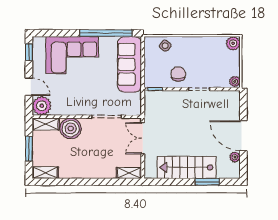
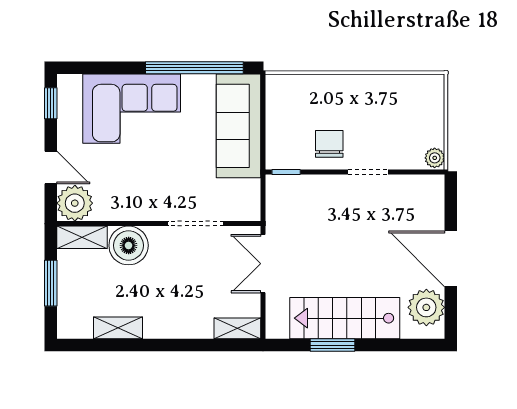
plant: (233, 43) -> (432, 87), removed
side table: (165, 46) -> (305, 91), removed
plant: (235, 157) -> (426, 307), width x1.88, depth x1.88
shelving: (45, 173) -> (118, 328), moved
window: (207, 182) -> (333, 345), moved

